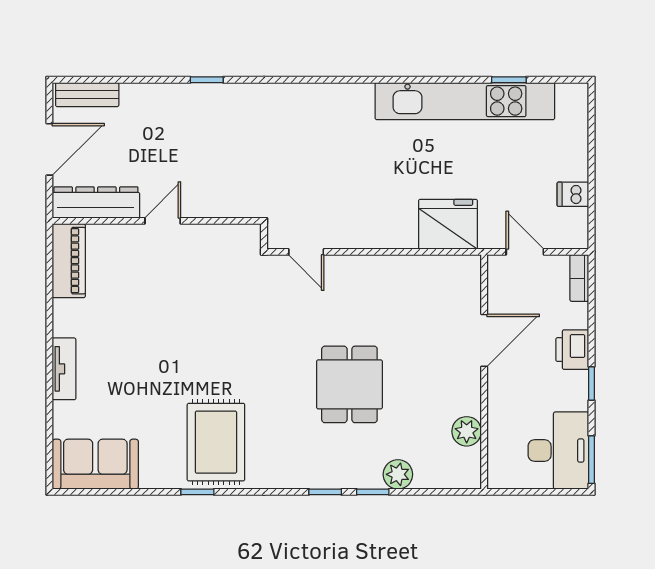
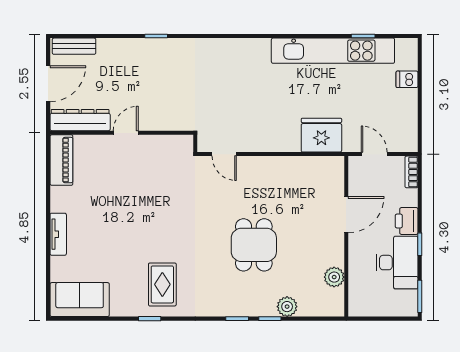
dishwasher: (573, 194) -> (407, 79), moved
rug: (216, 442) -> (162, 284), width x0.73, depth x0.70
desk: (558, 451) -> (397, 263), moved

